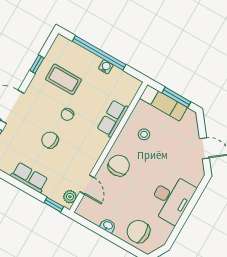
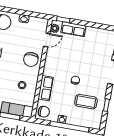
chair: (50, 140) -> (44, 112), moved
row of seats: (29, 177) -> (73, 29), moved
door: (87, 185) -> (47, 40), swing flipped

